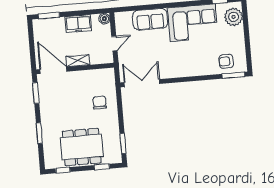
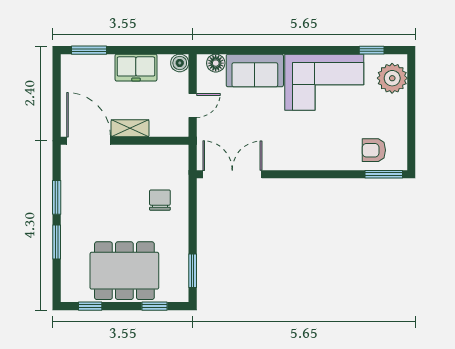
floor lamp: (126, 17) -> (216, 63), added
window: (36, 93) -> (57, 197), moved

